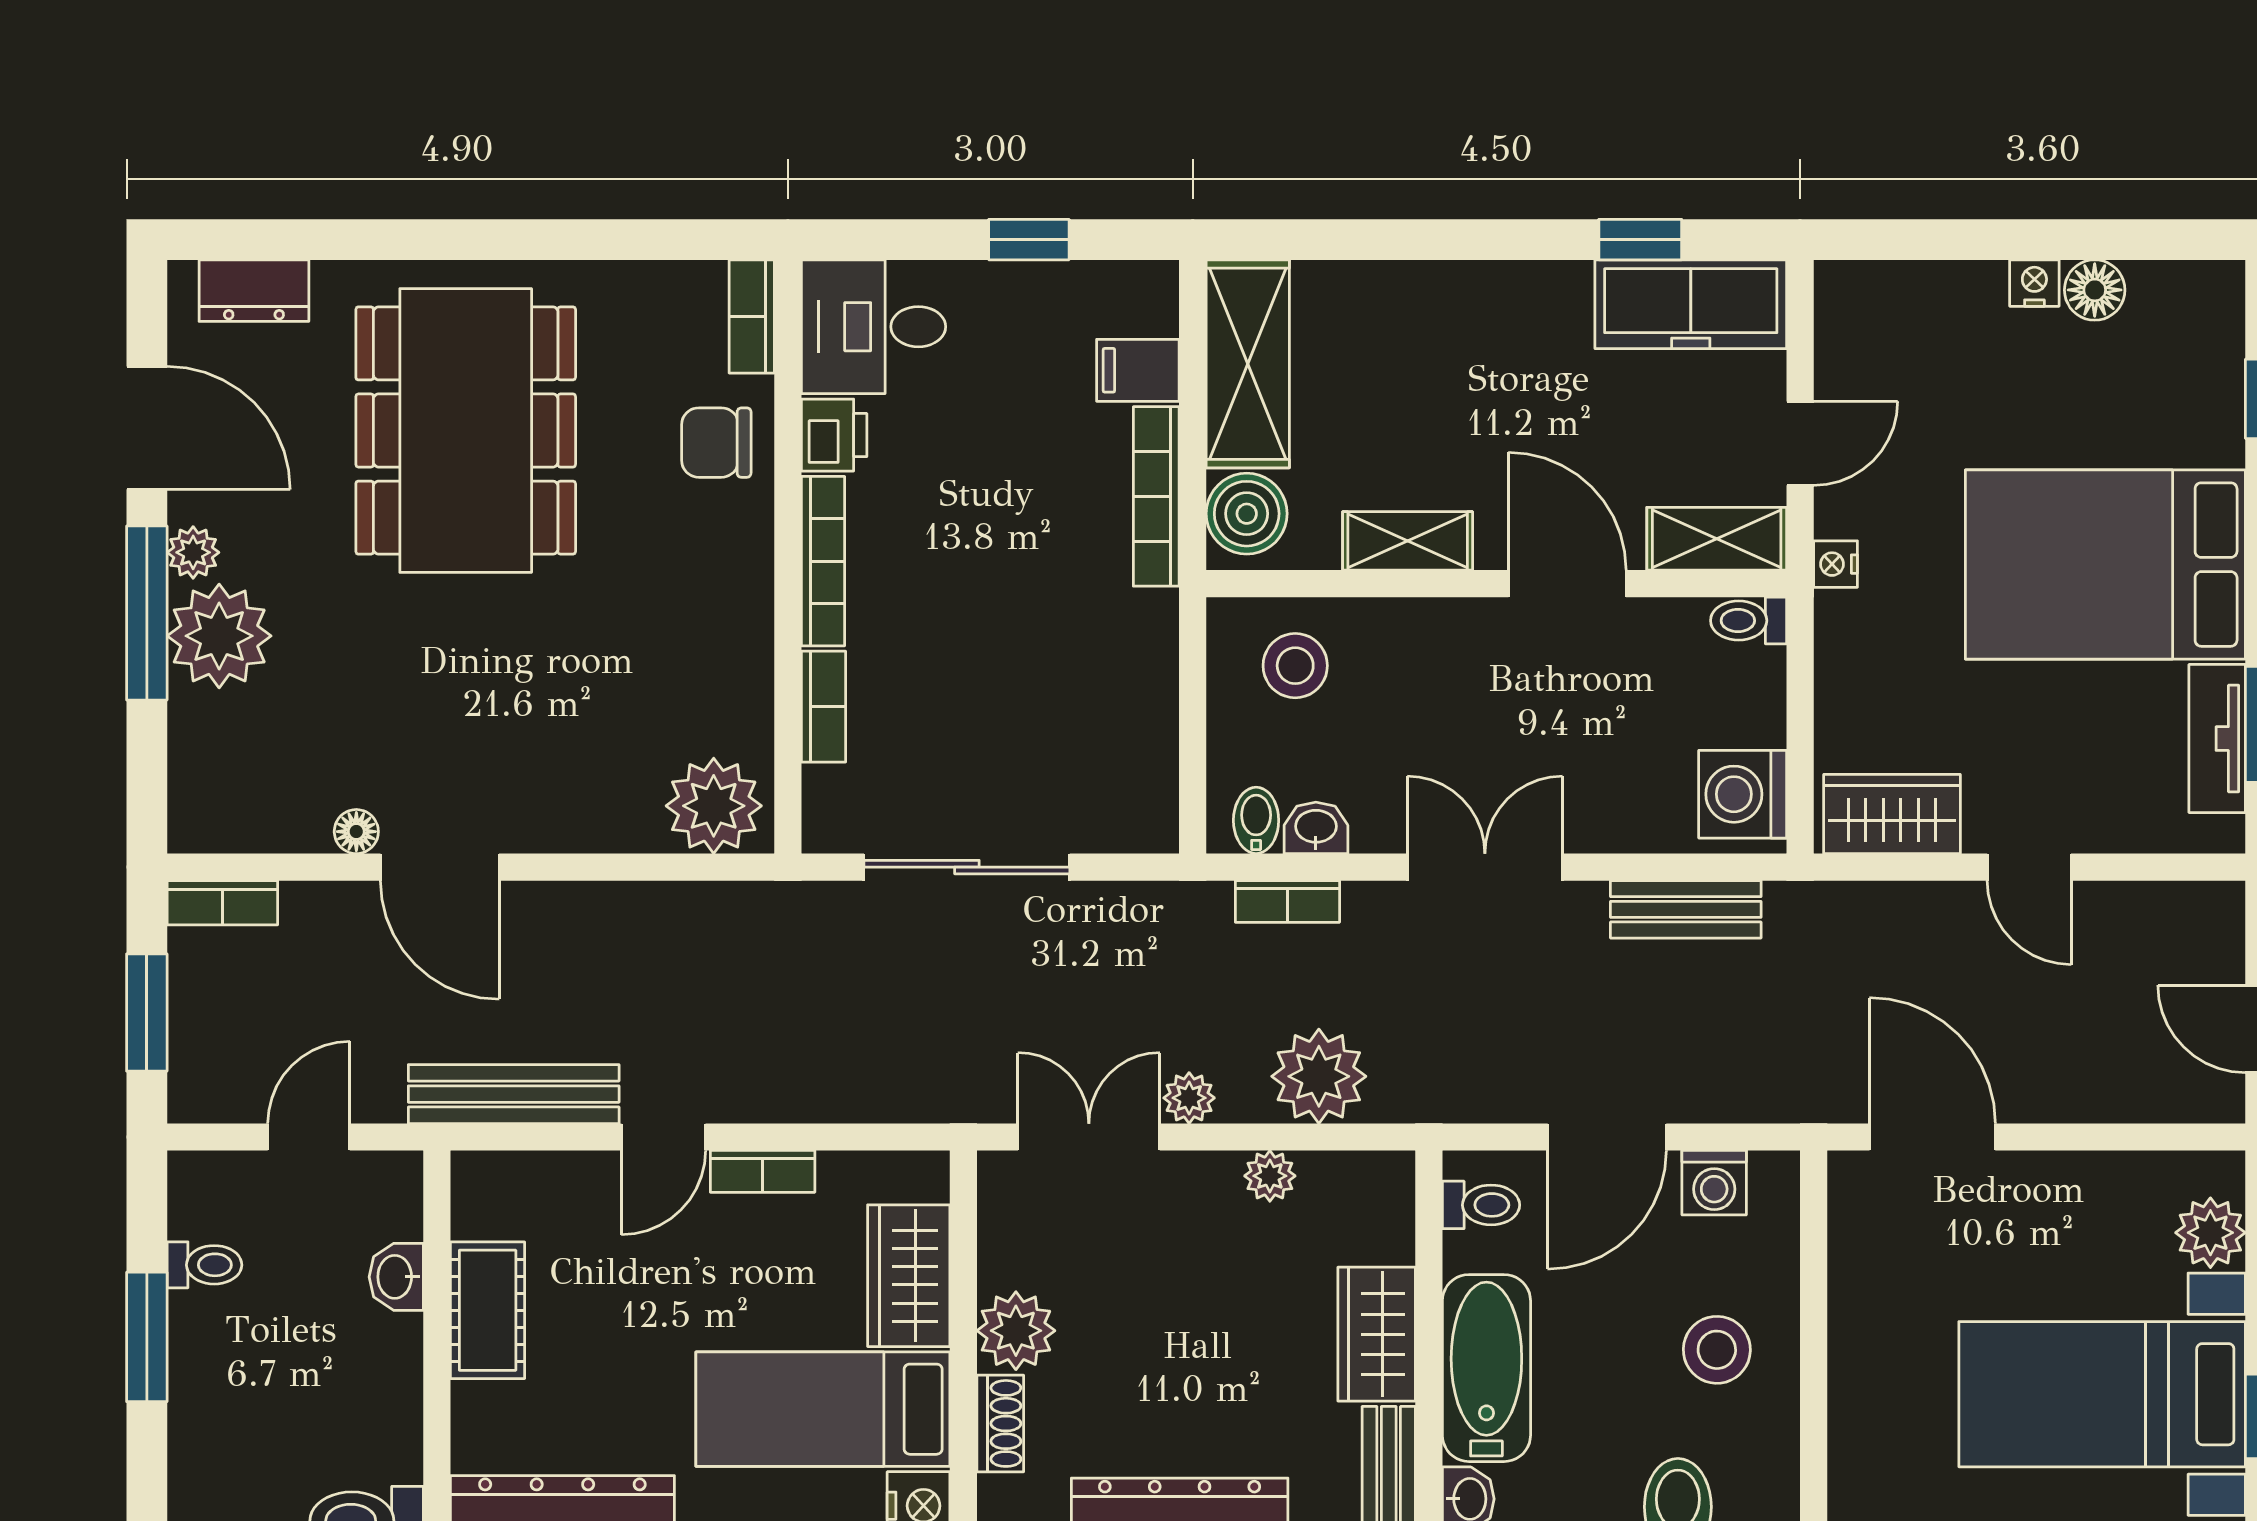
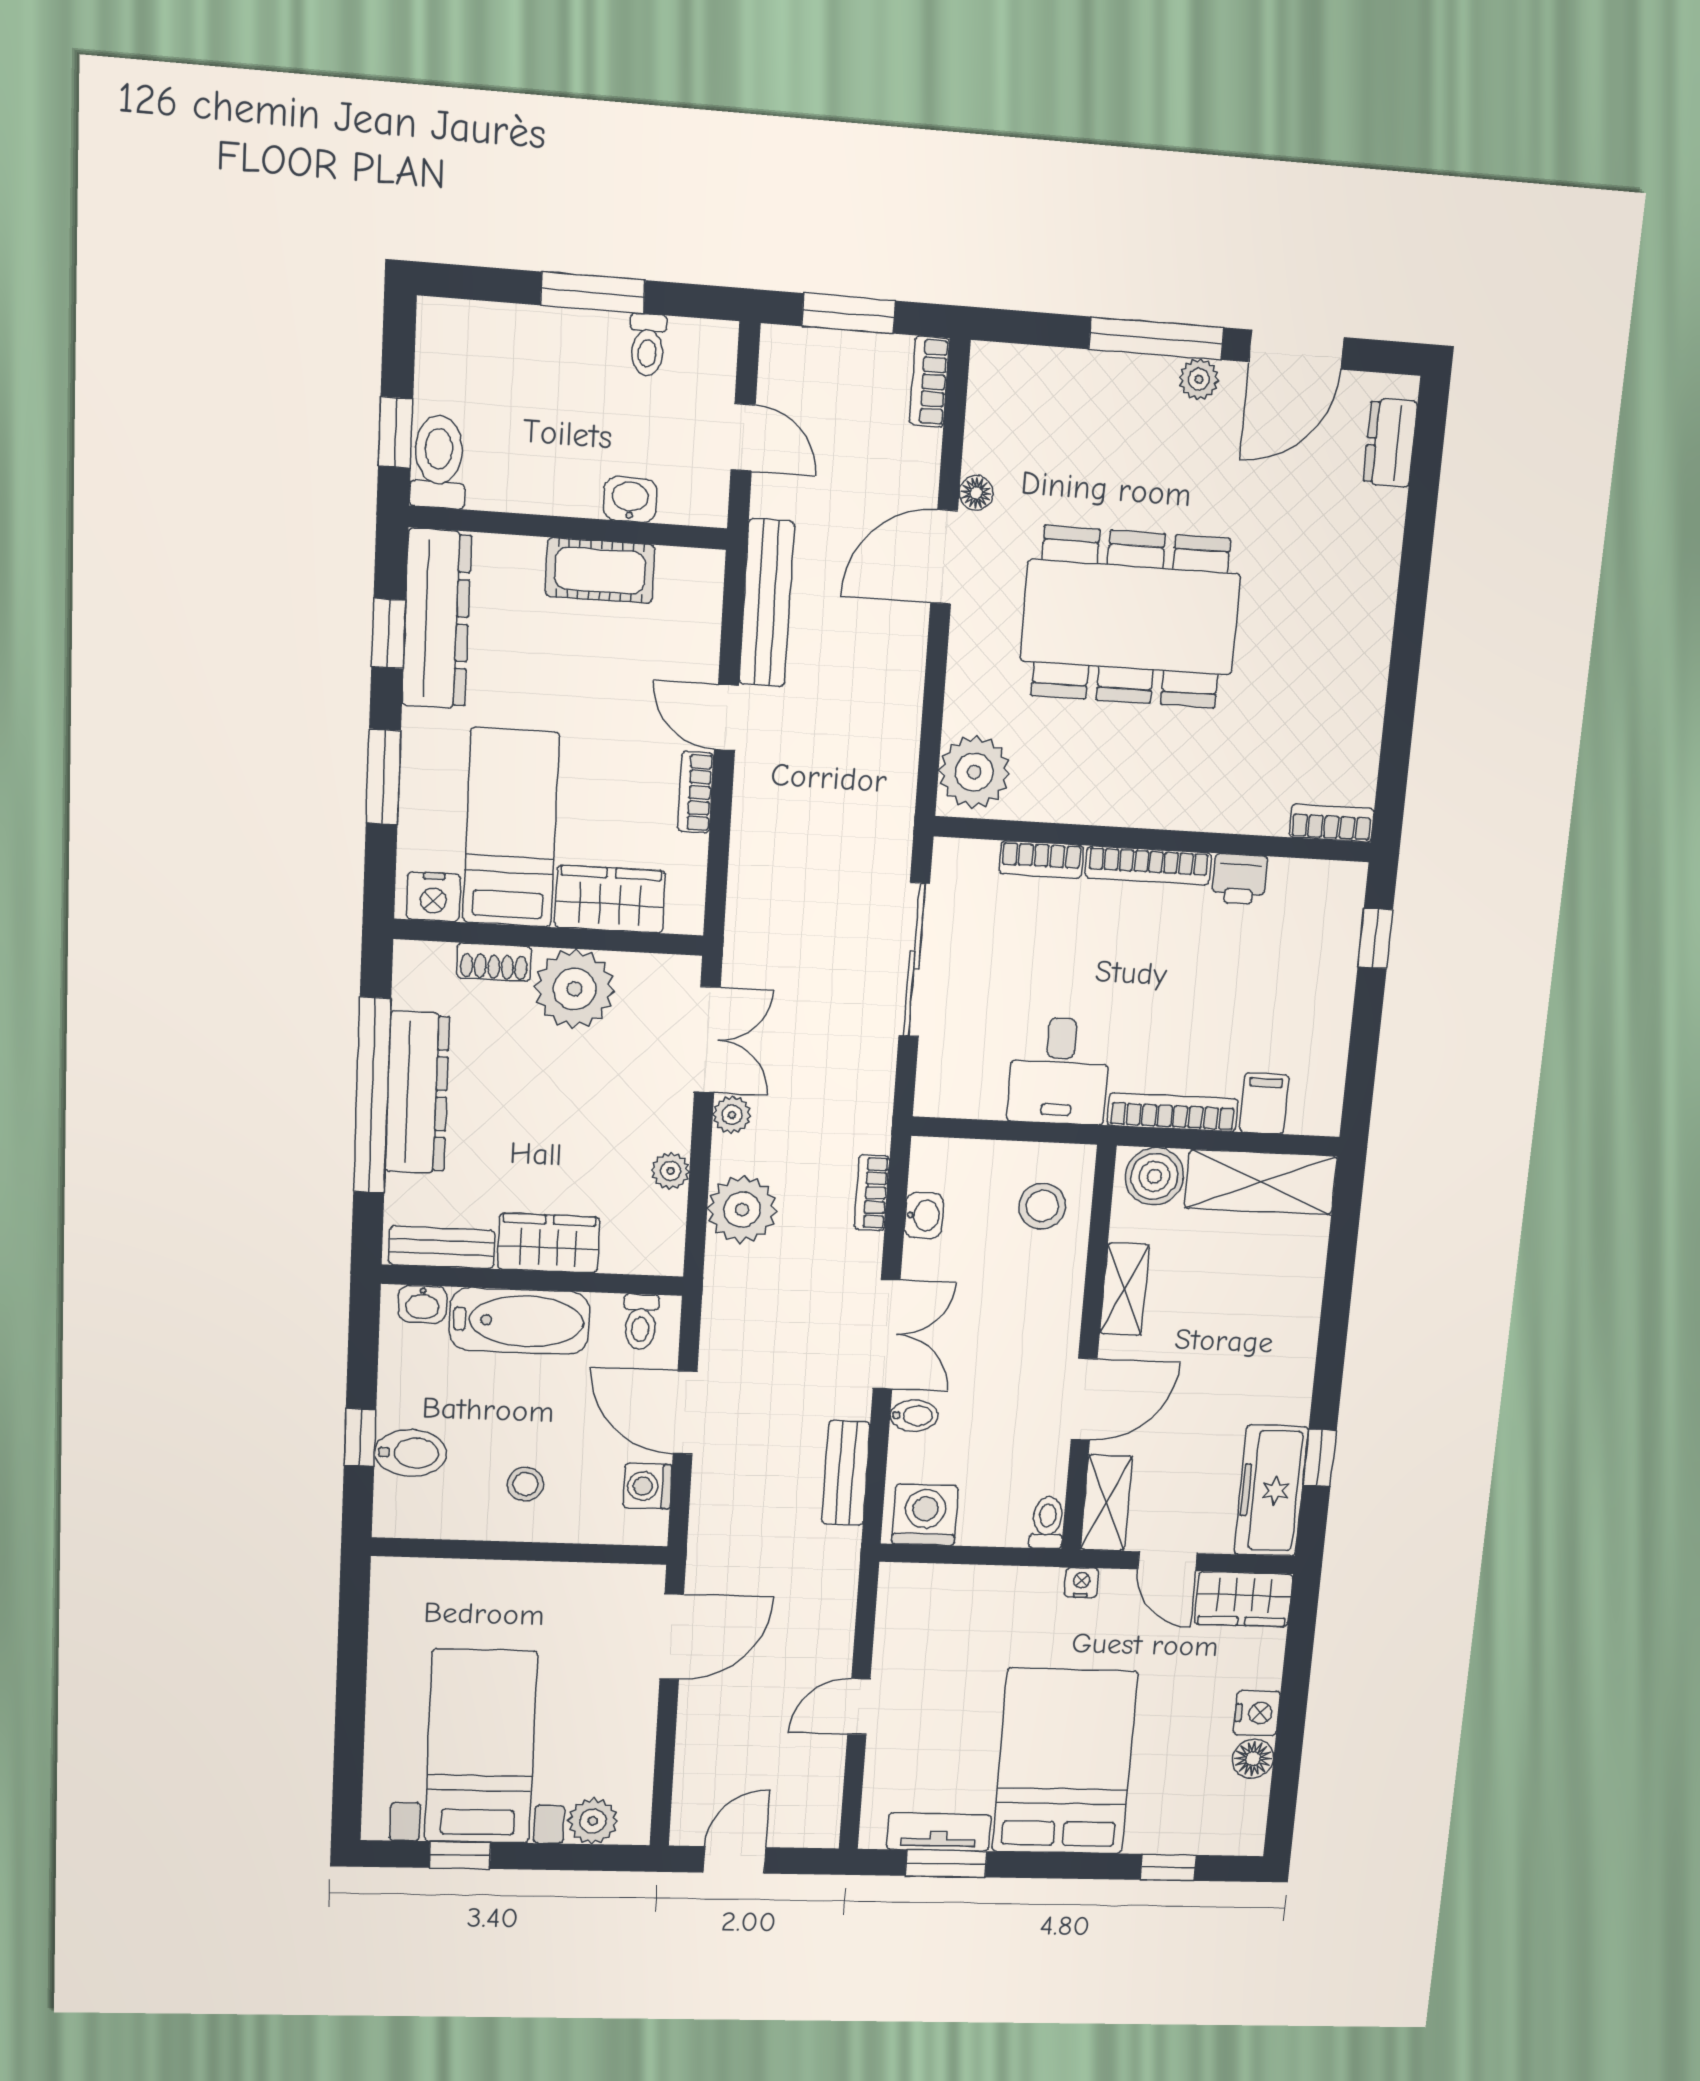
window: (1029, 240) -> (1375, 938), moved
nightstand: (2034, 283) -> (1257, 1713), width x1.39, depth x1.35
desk: (874, 327) -> (1059, 1071), moved, turned 180
dining table: (466, 430) -> (1131, 617), moved
chair: (716, 443) -> (1243, 791), removed
plant: (219, 636) -> (1134, 395), removed
wardrobe: (1892, 814) -> (1244, 1599), moved, turned 90
bidet: (1256, 820) -> (914, 1416), moved
plant: (1016, 1331) -> (574, 989), width x1.36, depth x1.36
stool: (1717, 1350) -> (525, 1484), width x0.73, depth x0.73

